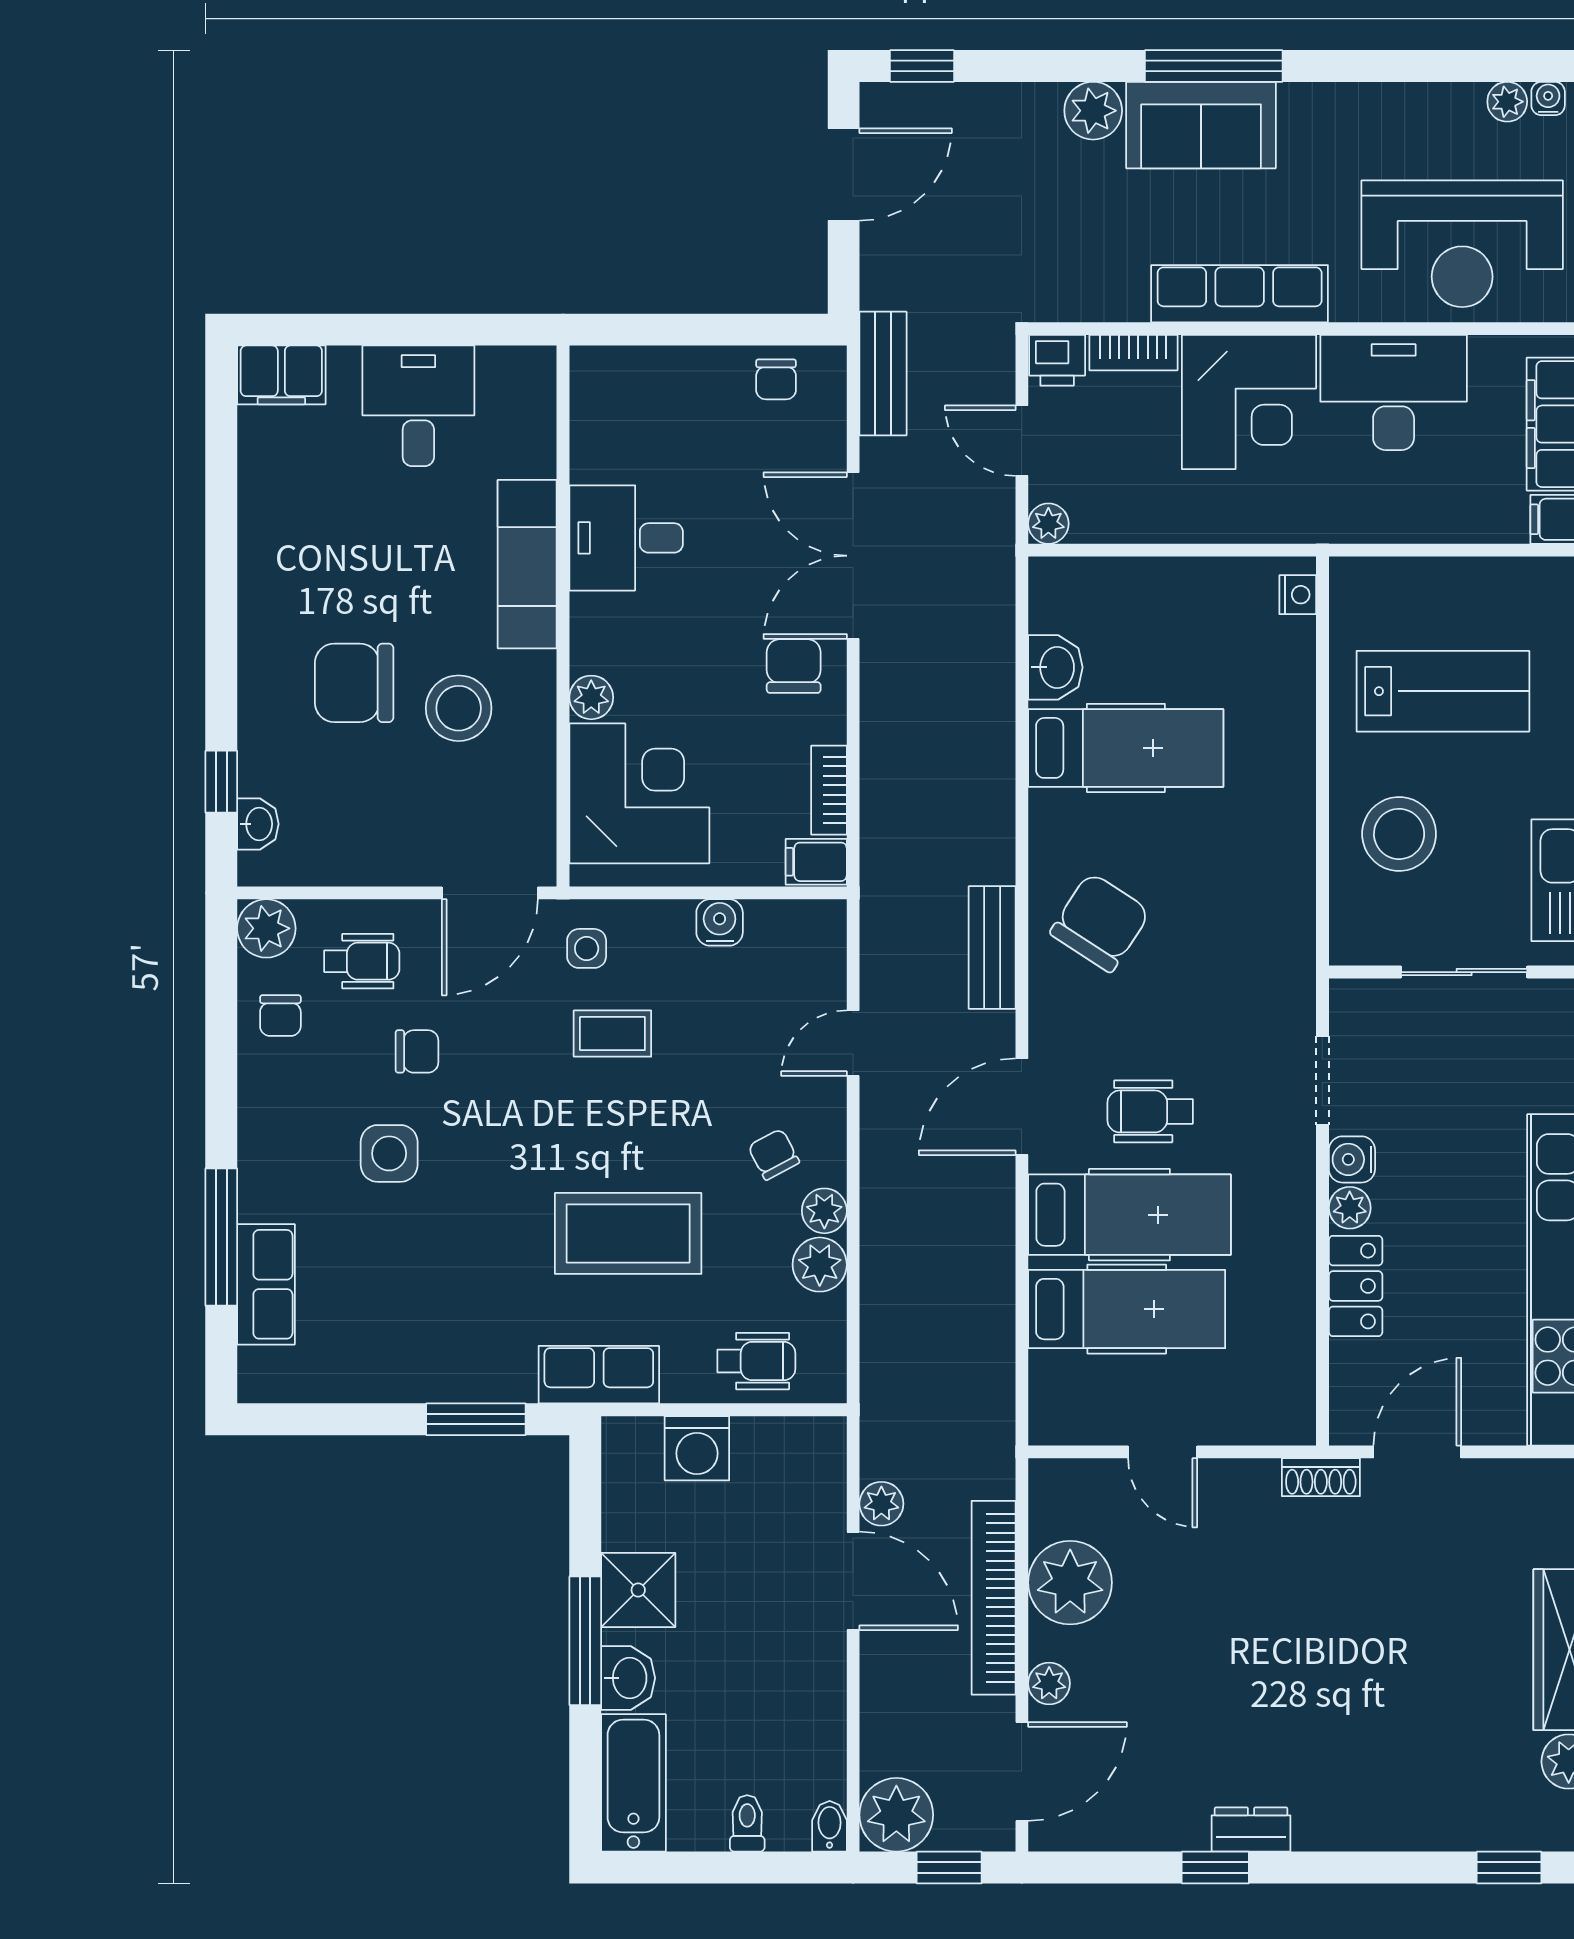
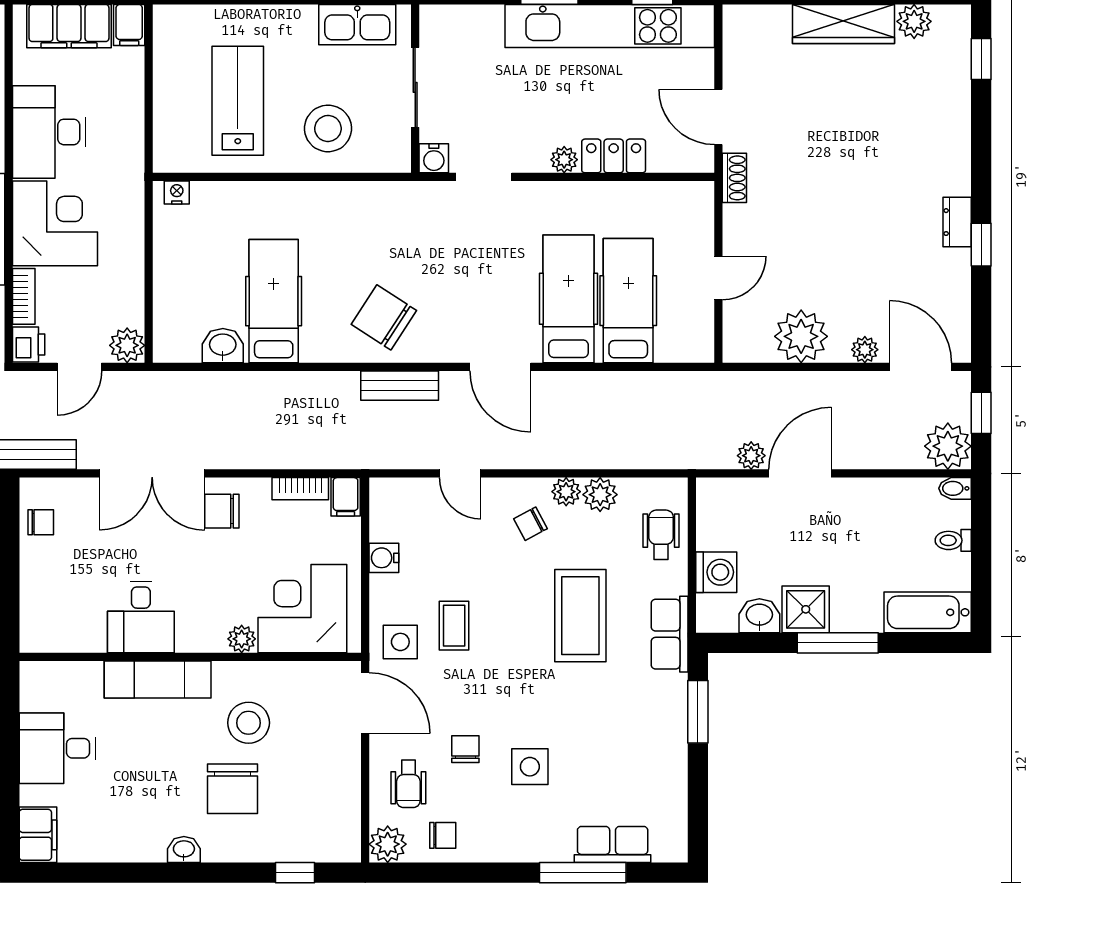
plant: (1048, 524) -> (127, 345), width x1.38, depth x1.38
washbasin: (258, 824) -> (184, 850), moved
side table: (587, 948) -> (400, 642), width x1.37, depth x1.37
wheelchair: (362, 961) -> (408, 784), turned 180
wheelchair: (1150, 1111) -> (503, 286), removed
water cooler: (1352, 1159) -> (434, 158), moved
bookcase: (994, 1598) -> (811, 385), removed
washbasin: (628, 1678) -> (759, 616), moved

